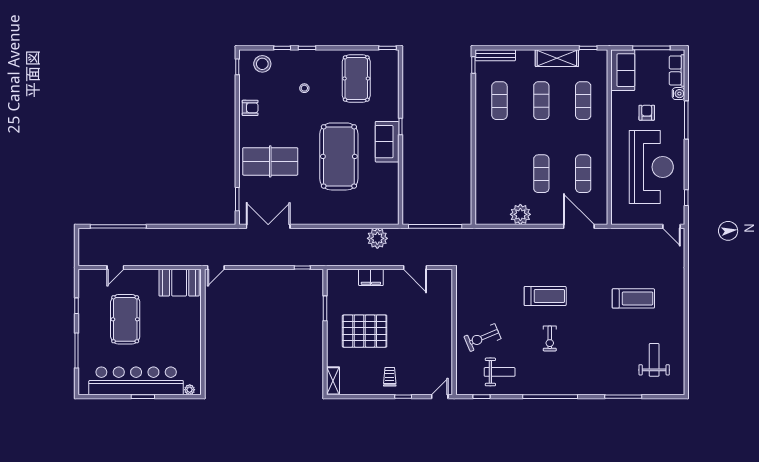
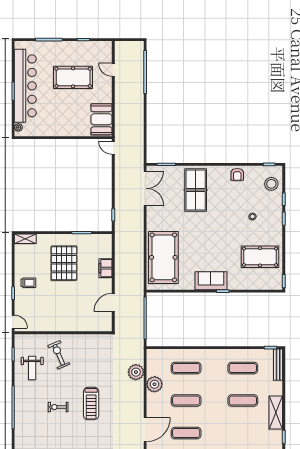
exercise mat: (583, 101) -> (186, 368), moved
pool table: (339, 156) -> (163, 257), moved, turned 90
plant: (377, 238) -> (136, 372), moved

